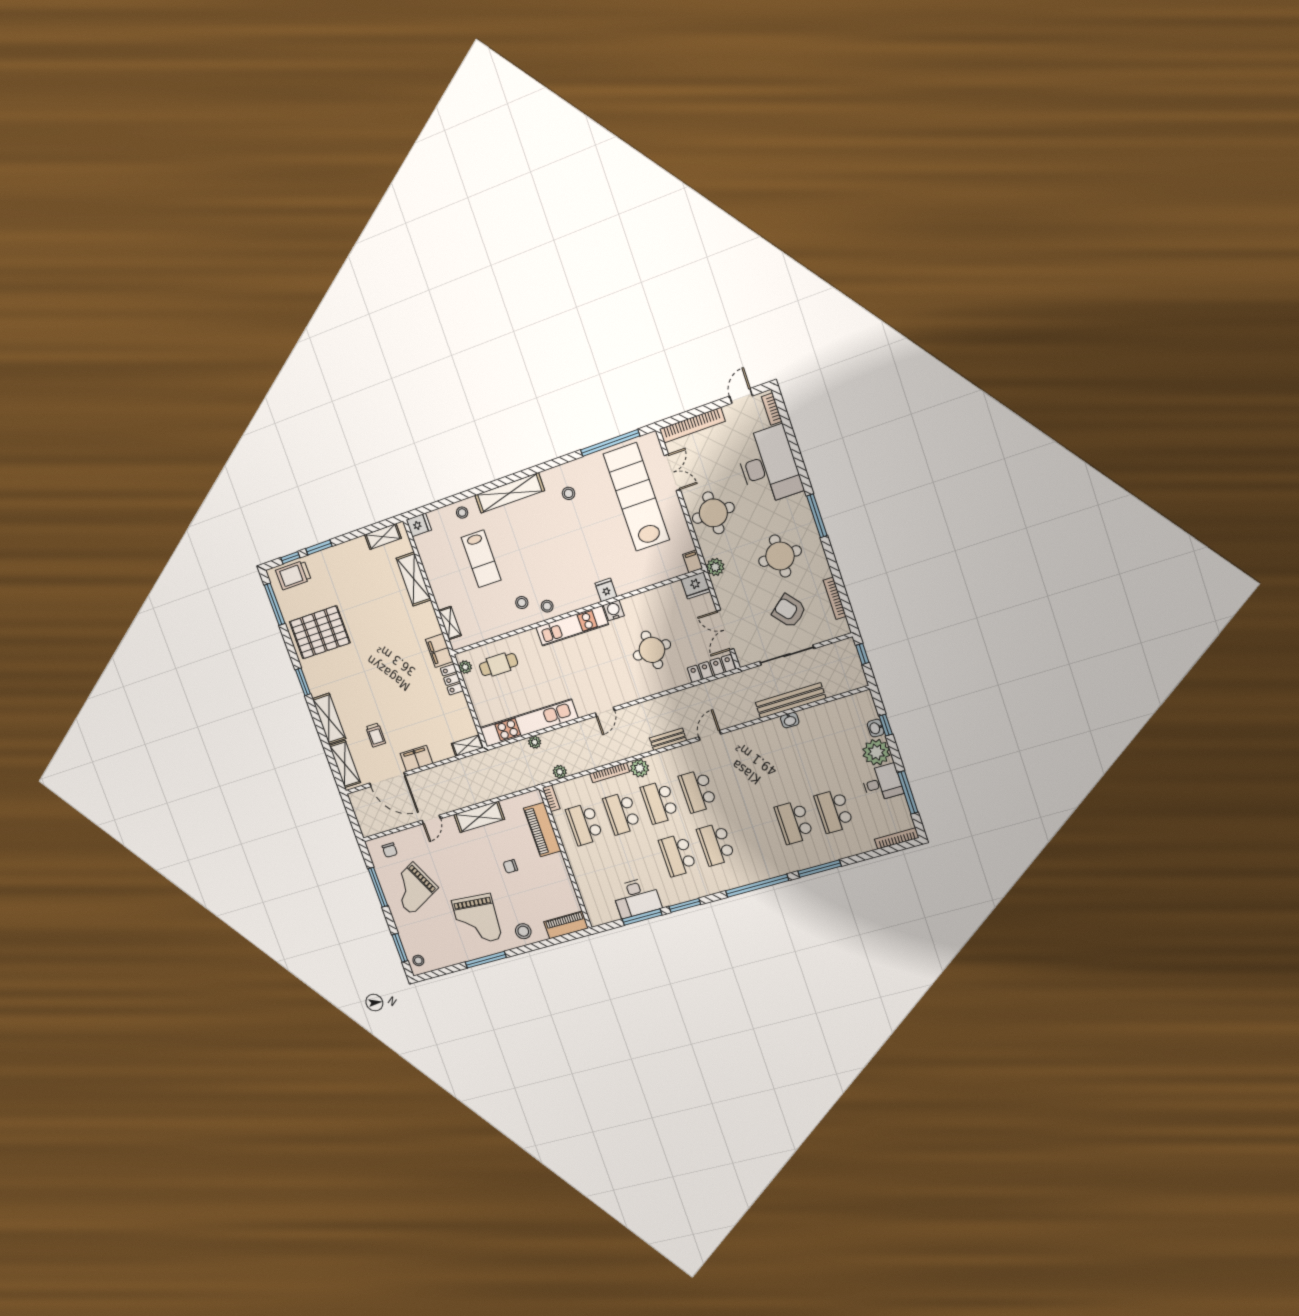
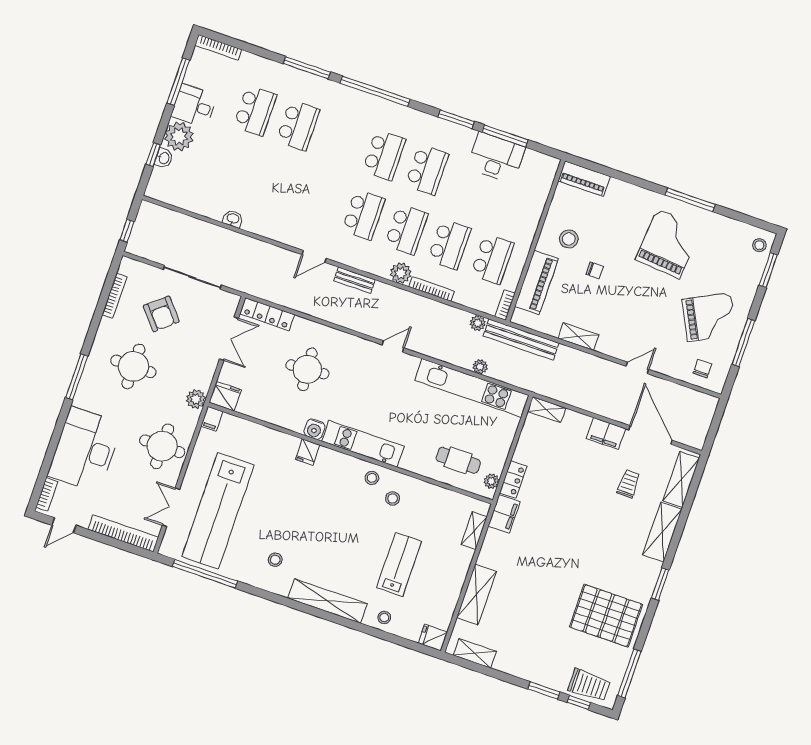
bench: (790, 700) -> (521, 339), moved
shelving: (479, 817) -> (578, 337), width x0.67, depth x0.75
stool: (523, 931) -> (569, 239), moved

